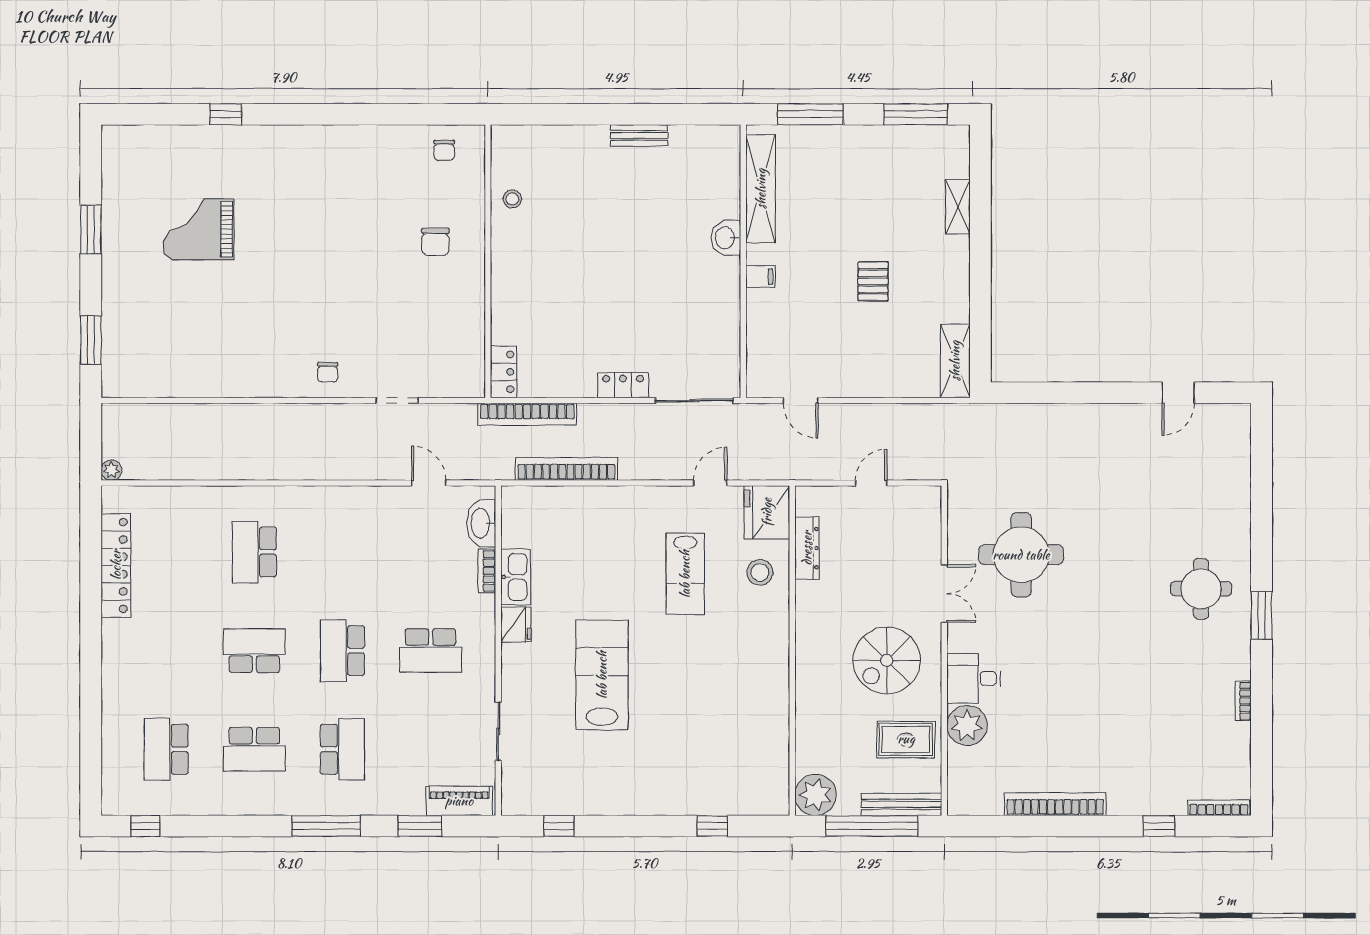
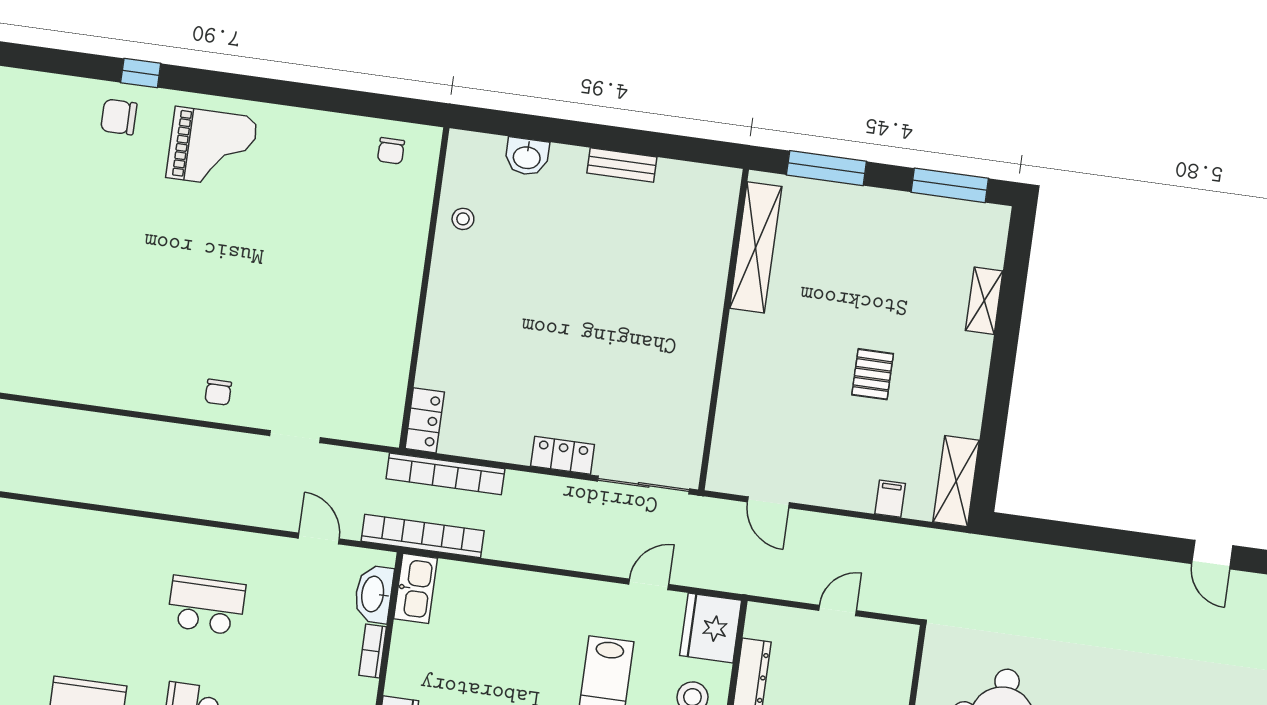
grand piano: (199, 229) -> (212, 147), moved, turned 180
washbasin: (726, 238) -> (527, 157), moved, turned -90
chair: (435, 242) -> (119, 117), moved, turned 90
filing cabinet: (760, 277) -> (890, 499), moved, turned -90
door: (1178, 393) -> (1212, 555), hinge flipped
bookcase: (566, 469) -> (423, 536), moved
school desk: (254, 552) -> (206, 605), moved, turned 90
kitchen sink: (516, 577) -> (416, 588), moved

